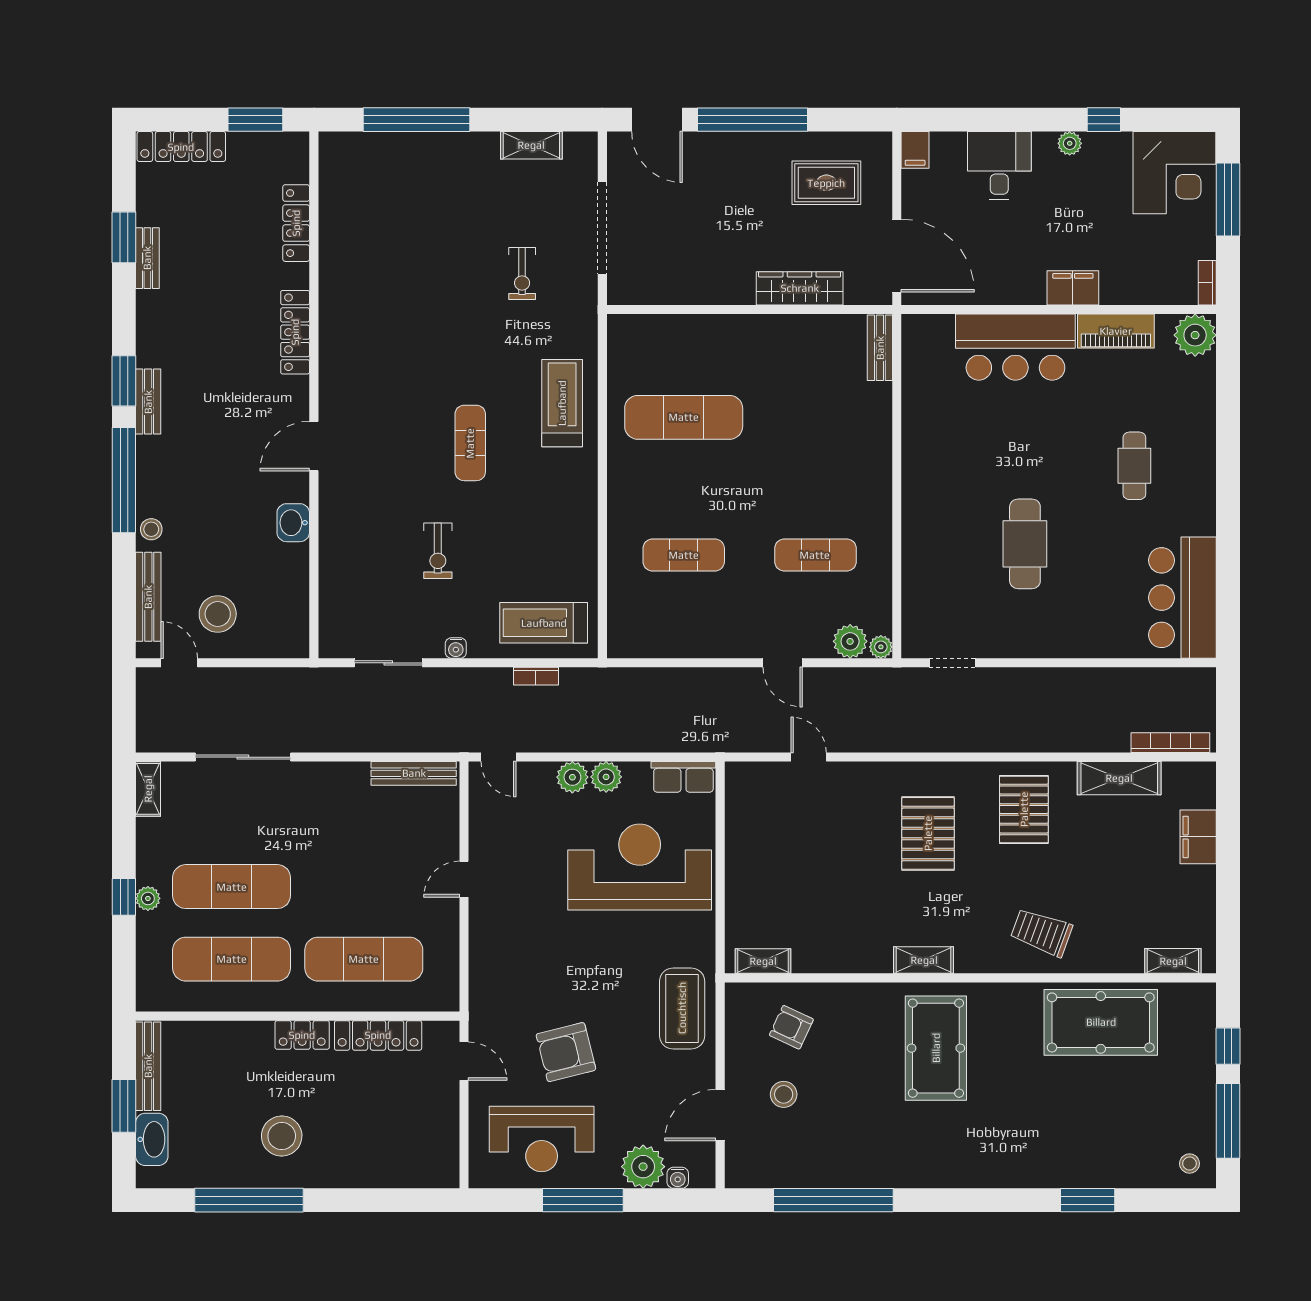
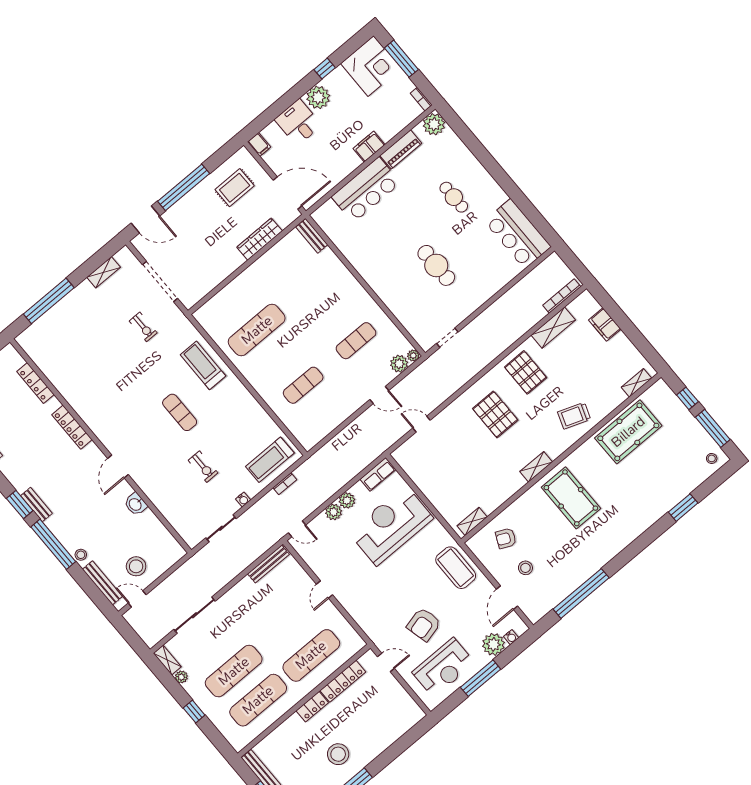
plant: (1070, 143) -> (318, 97), width x1.88, depth x1.88
plant: (148, 898) -> (181, 677), moved

